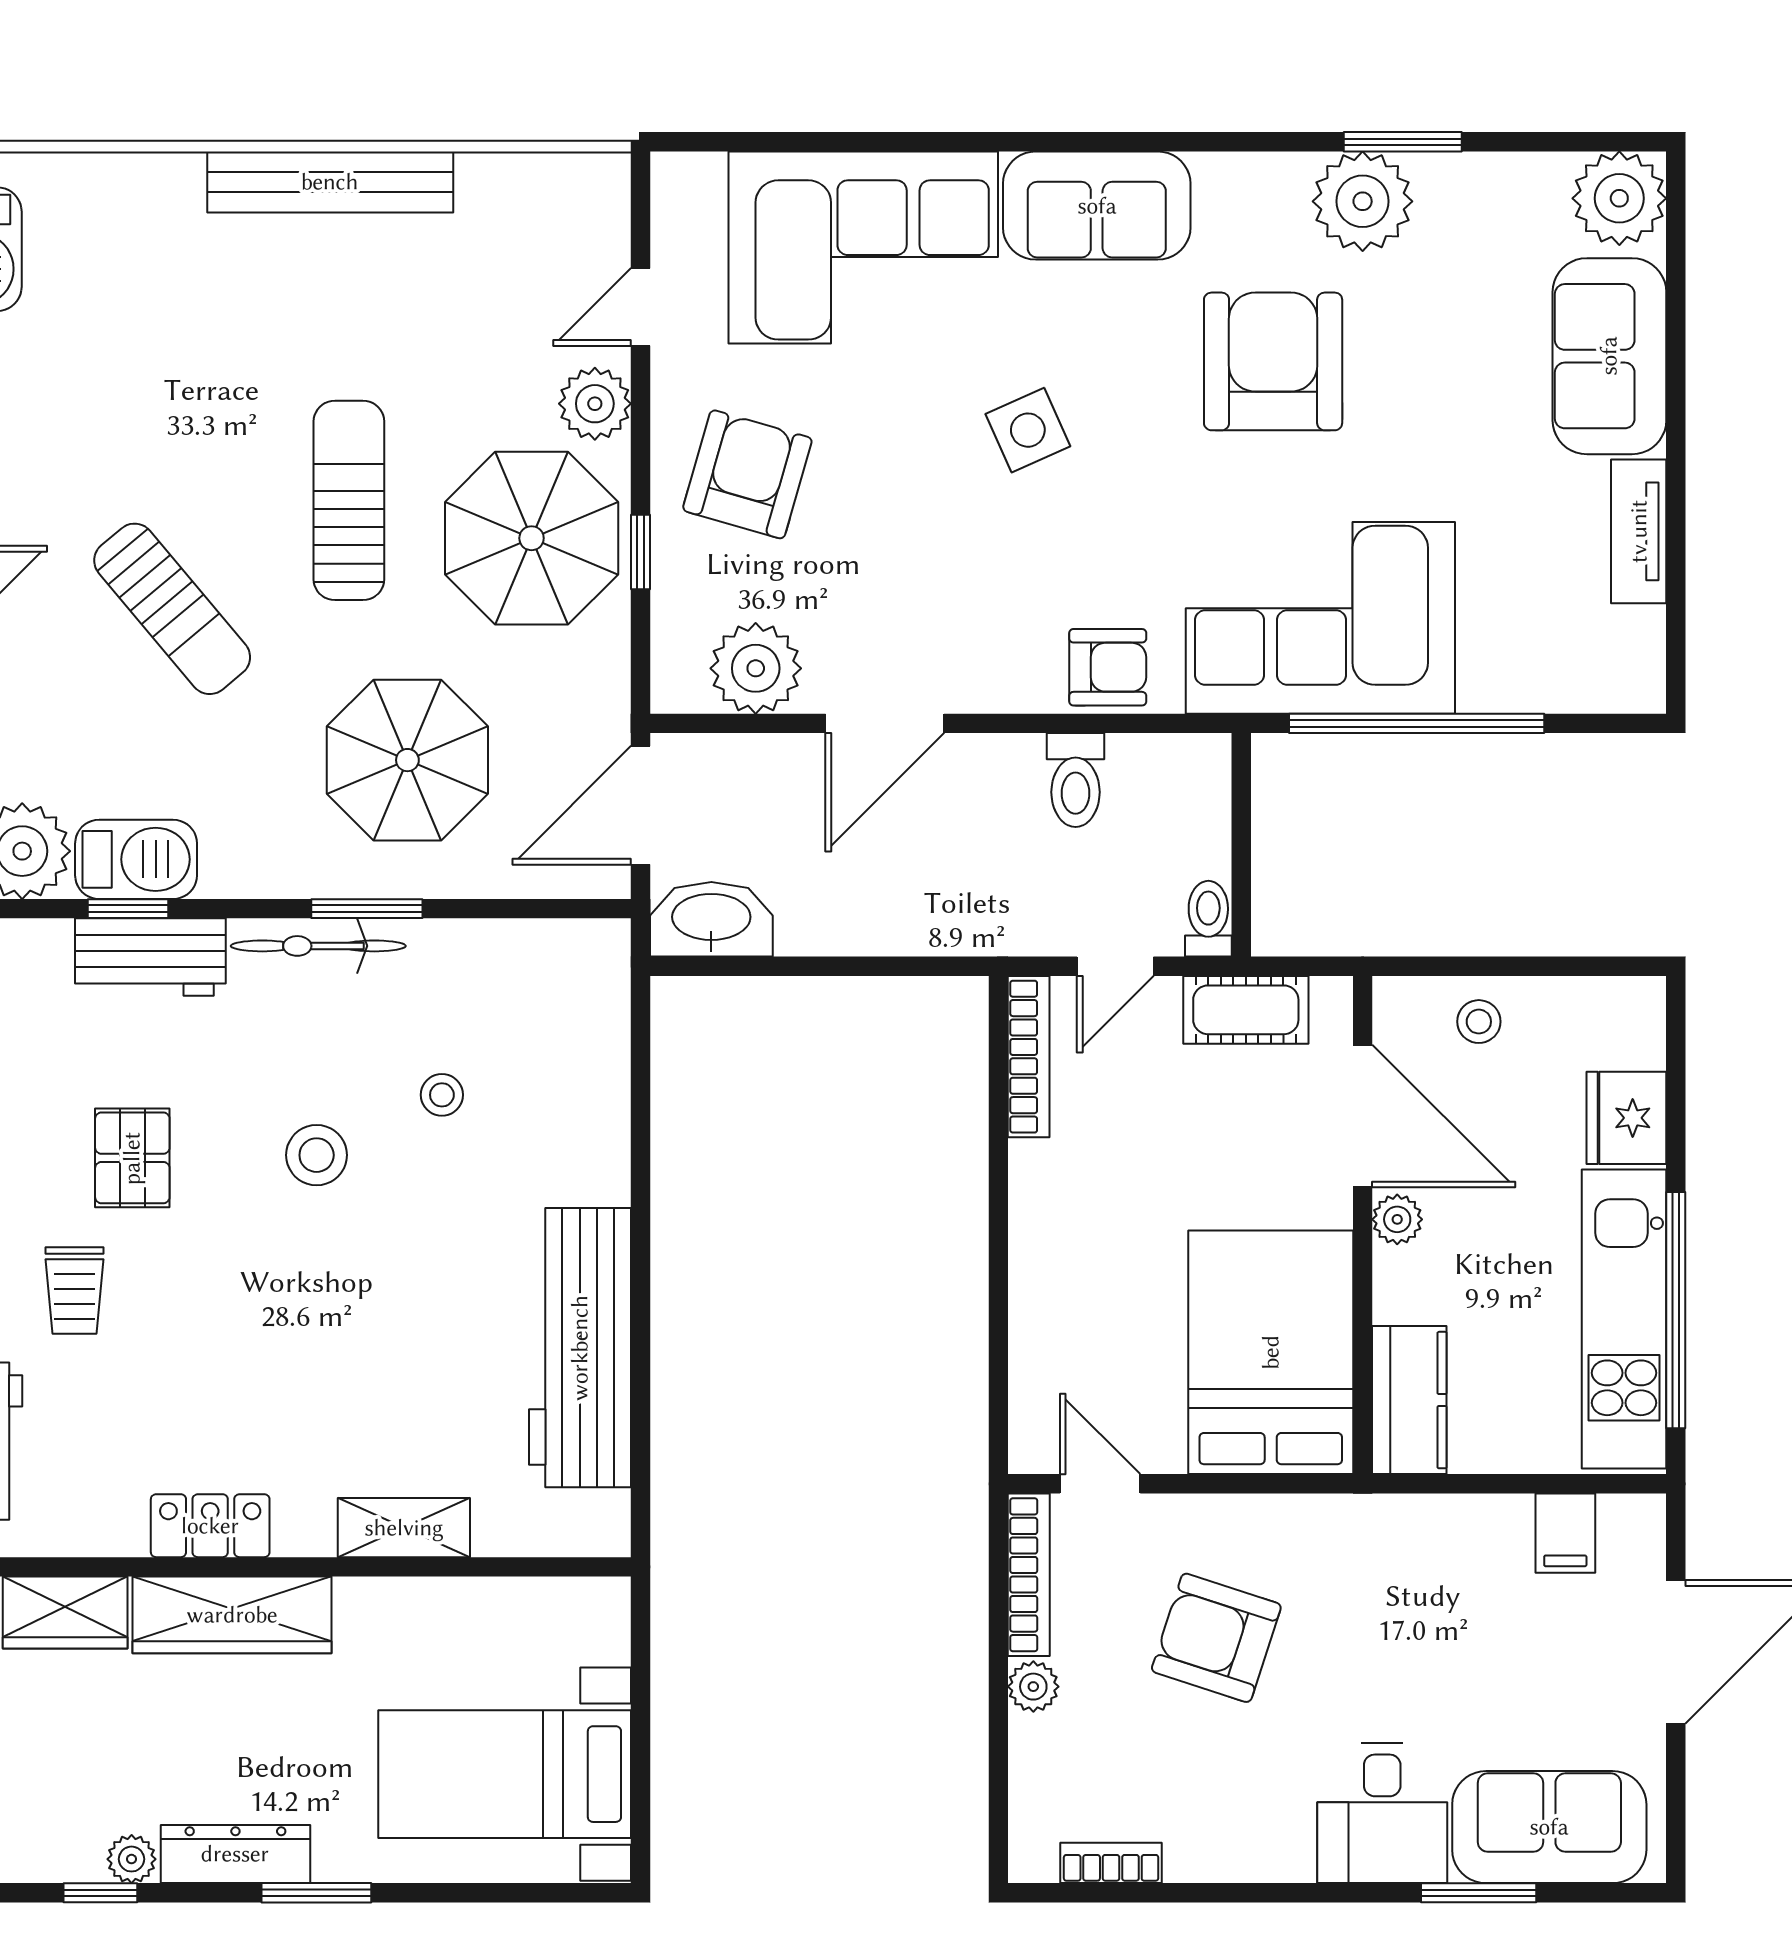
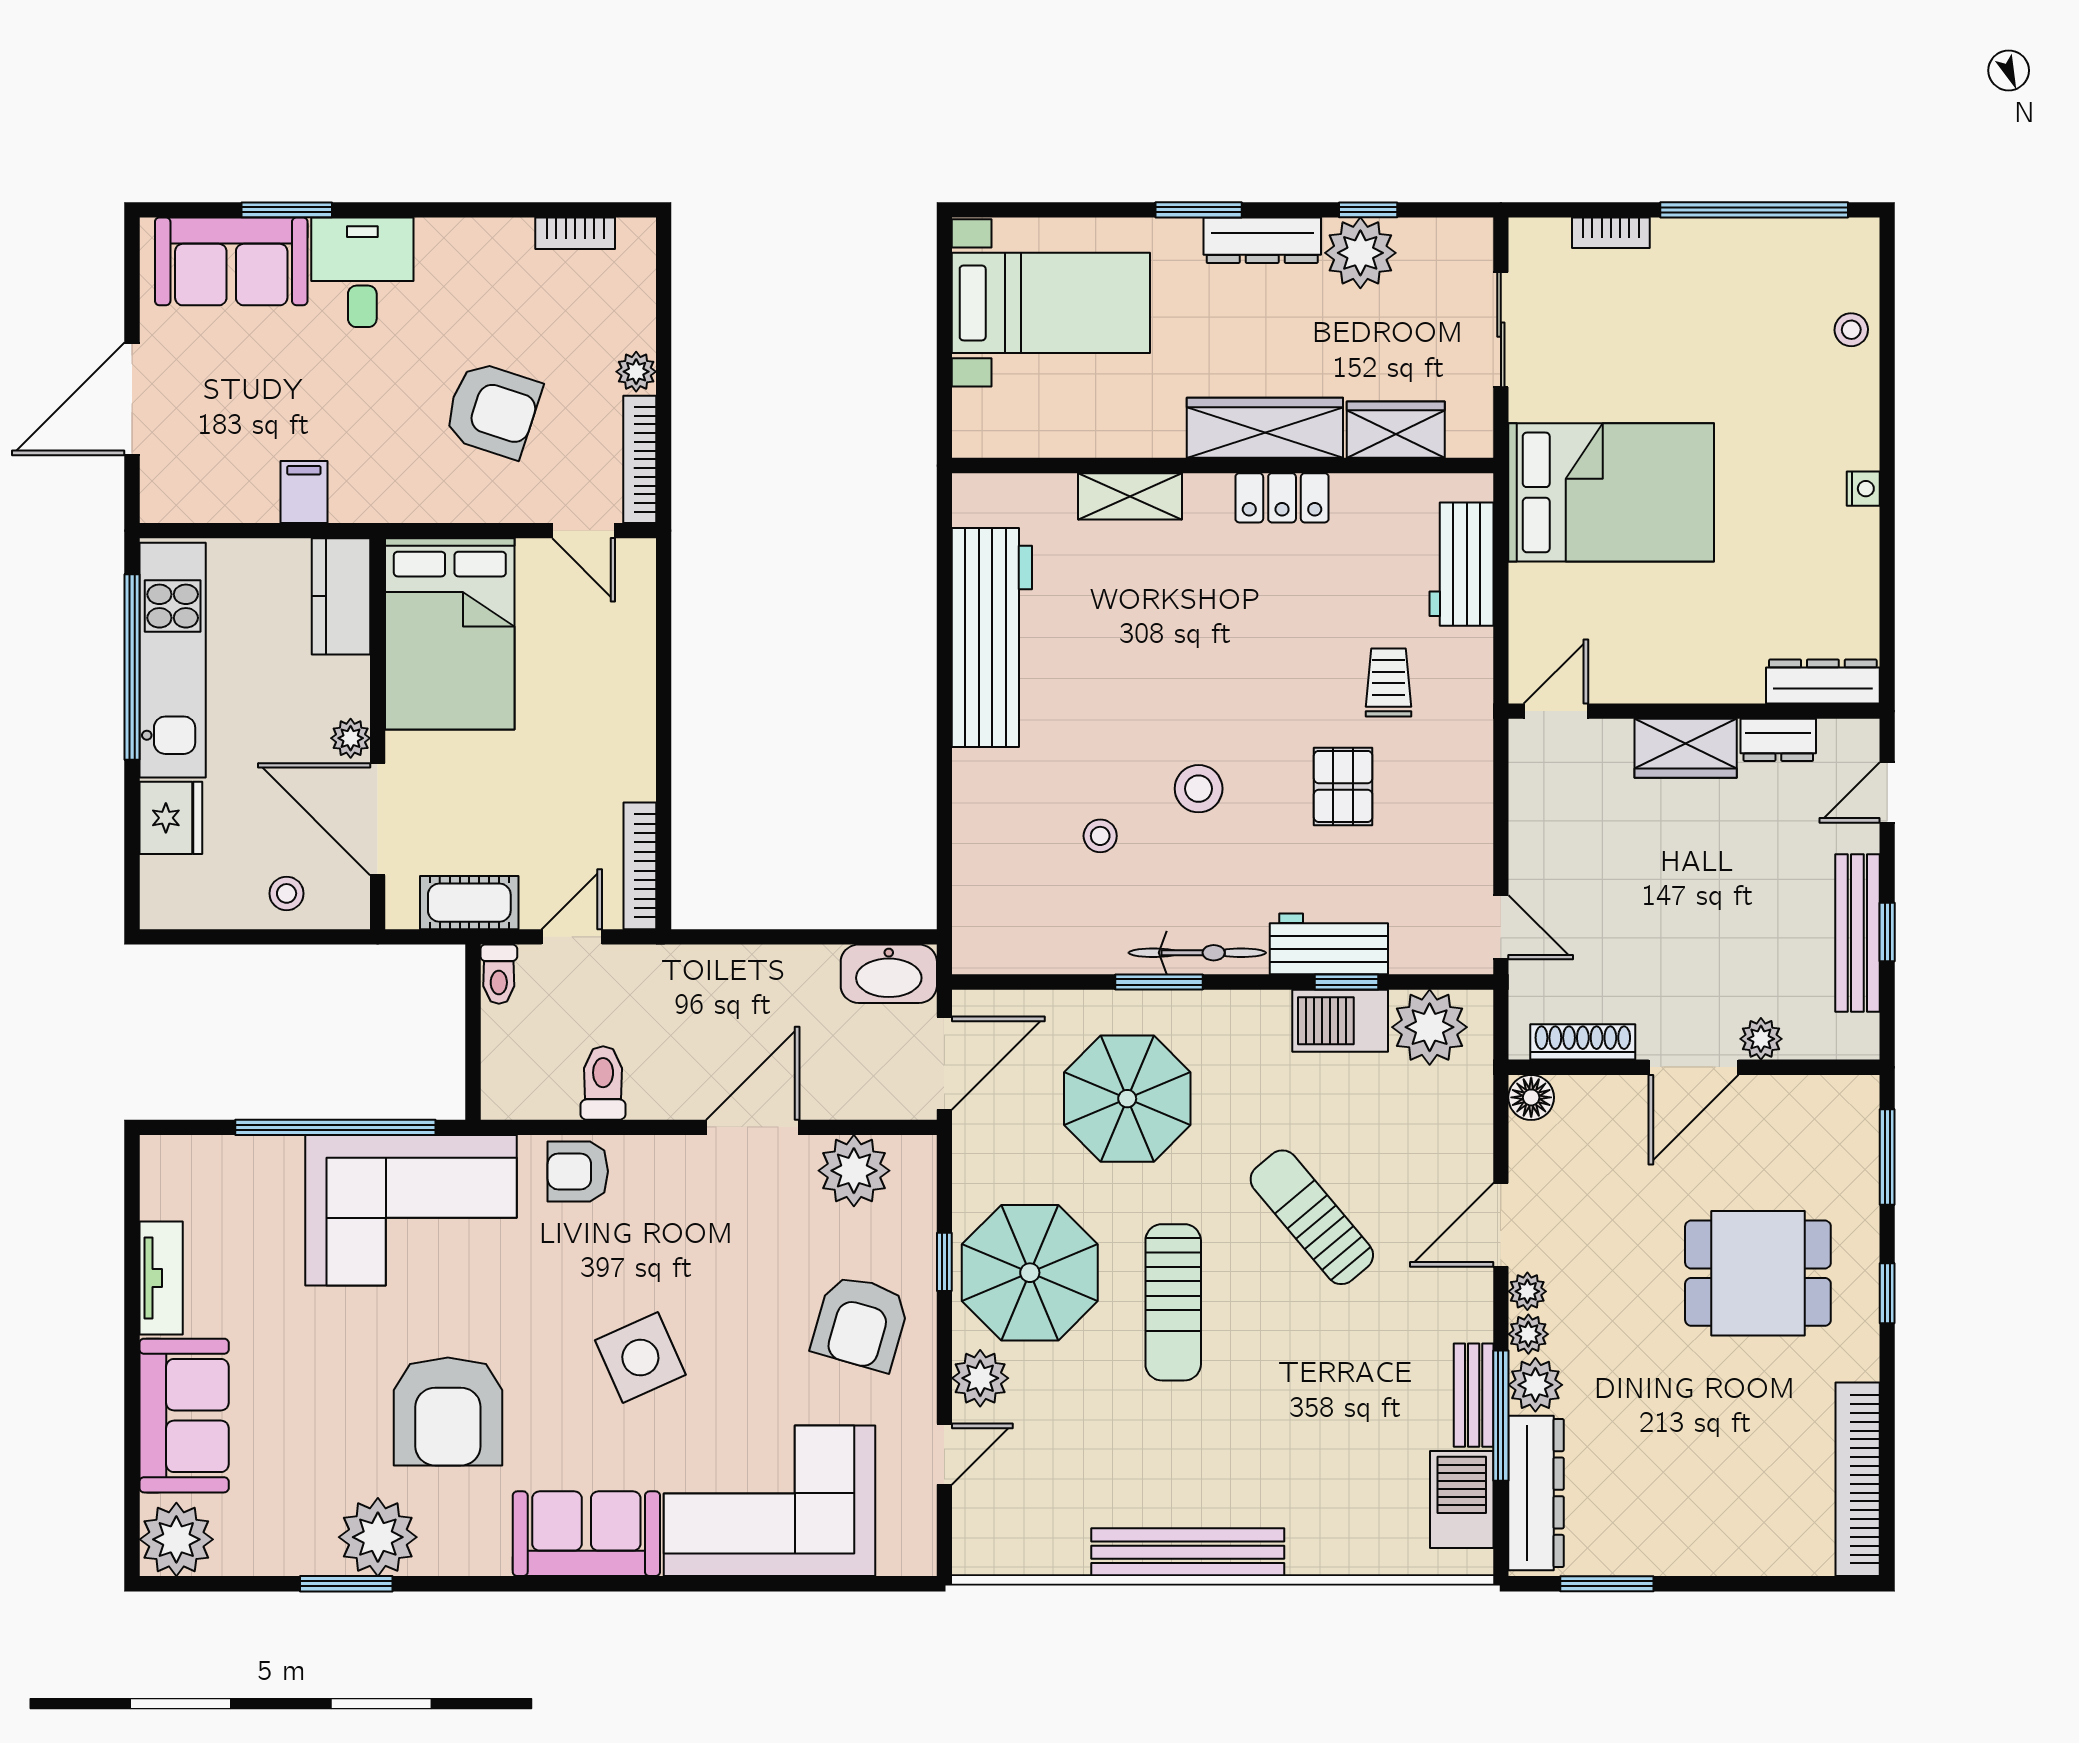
side table: (1028, 430) -> (640, 1358), width x1.37, depth x1.37
filing cabinet: (1565, 1533) -> (304, 492), moved
plant: (132, 1859) -> (1360, 253), width x1.87, depth x1.87

